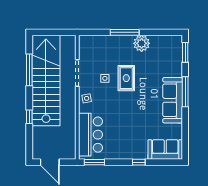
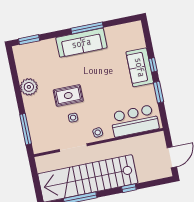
window: (125, 32) -> (26, 129), moved
window: (185, 92) -> (87, 28), moved
sofa: (165, 149) -> (140, 67), moved
window: (94, 162) -> (159, 92), moved

